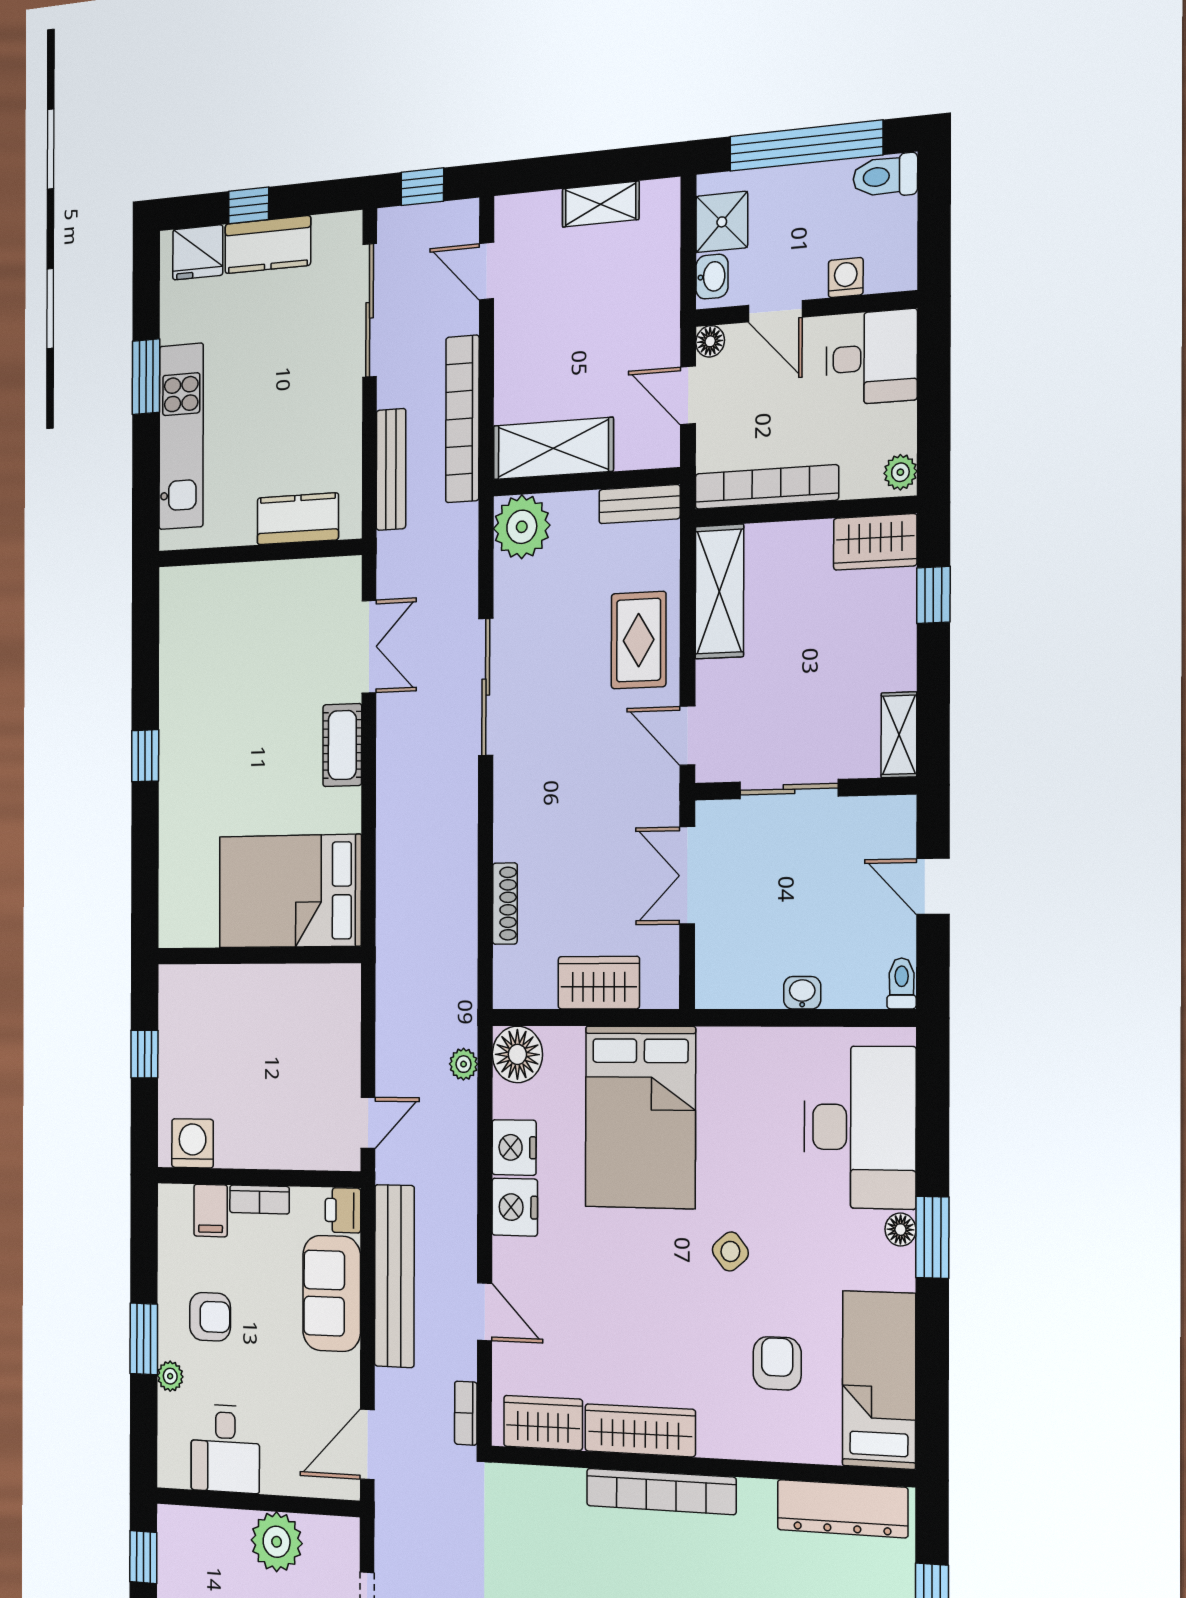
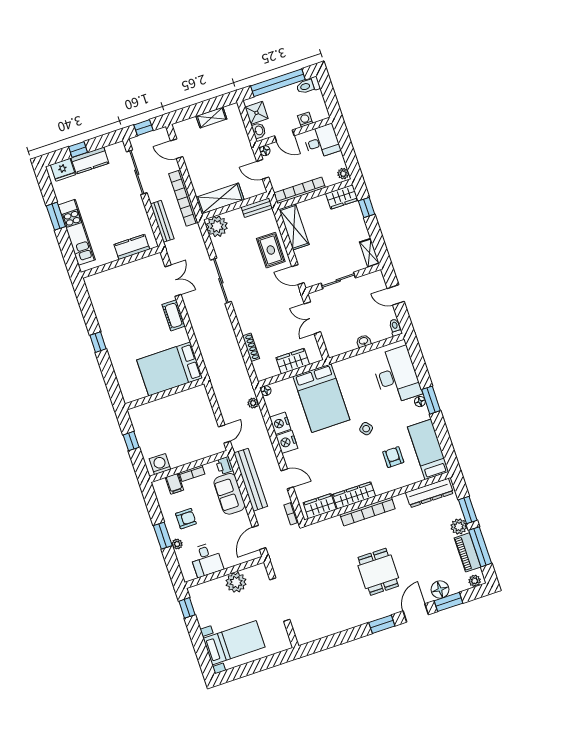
floor lamp: (517, 1054) -> (266, 391), width x0.53, depth x0.53

